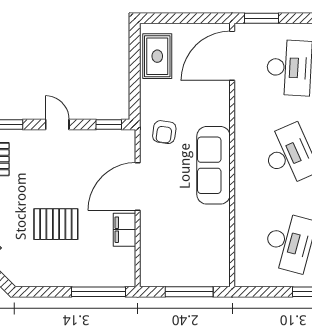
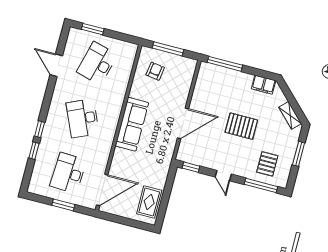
window: (262, 18) -> (63, 205), moved
armchair: (164, 132) -> (155, 71), moved
pallet: (56, 224) -> (241, 126), moved
filing cabinet: (125, 230) -> (264, 85), moved, turned 90

